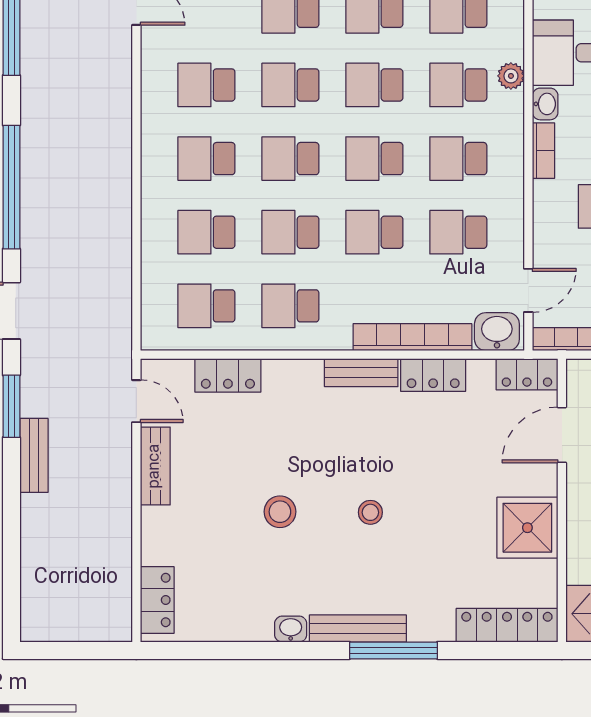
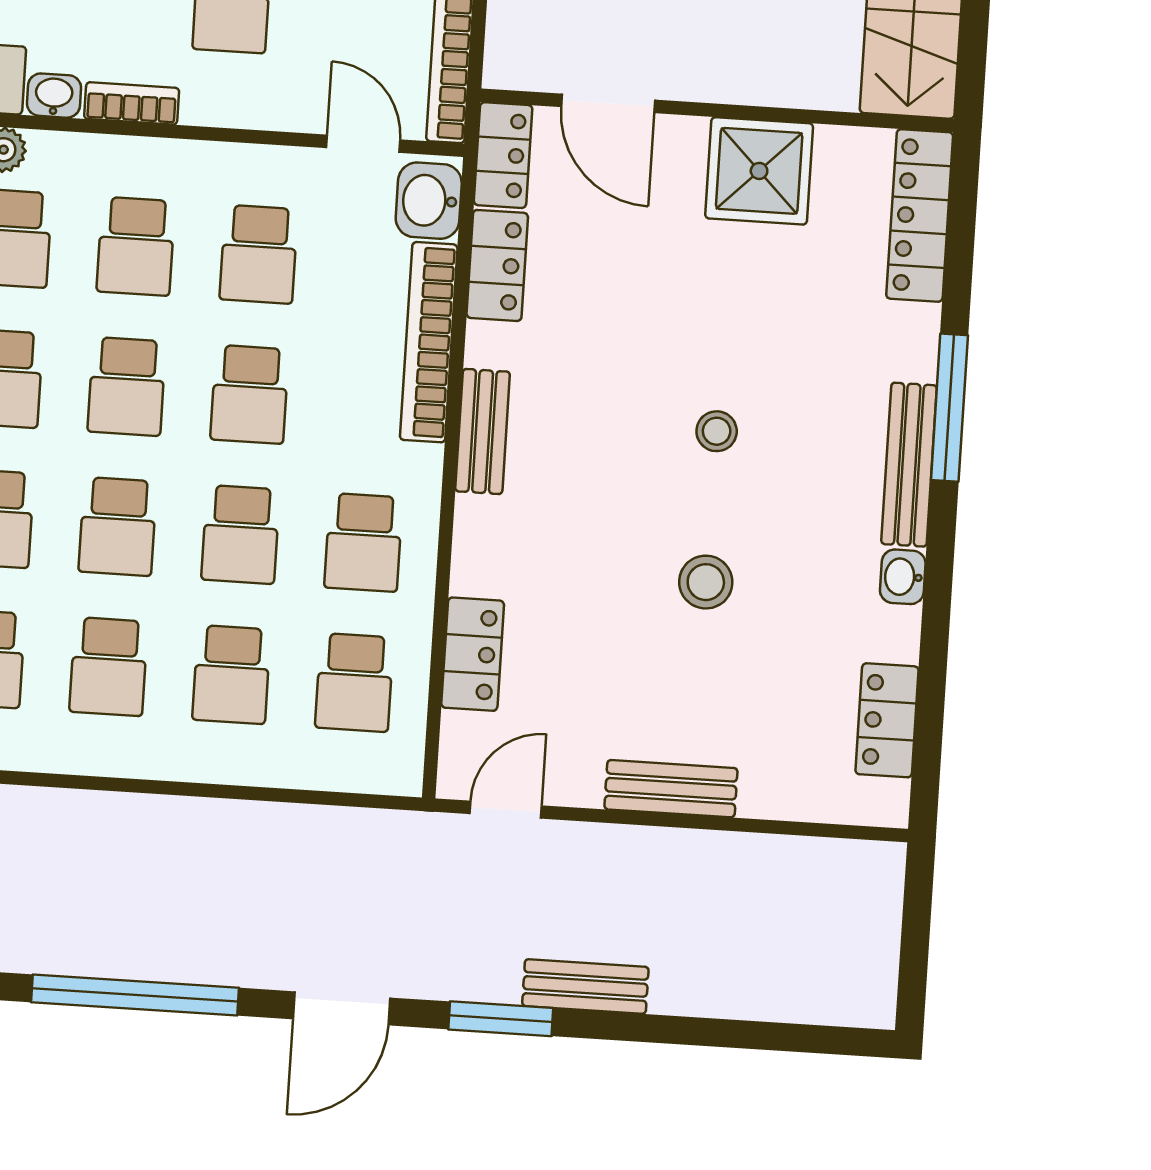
locker: (433, 375) -> (497, 265), moved
bench: (155, 466) -> (671, 789), moved
locker: (157, 600) -> (887, 720), moved, turned -90

